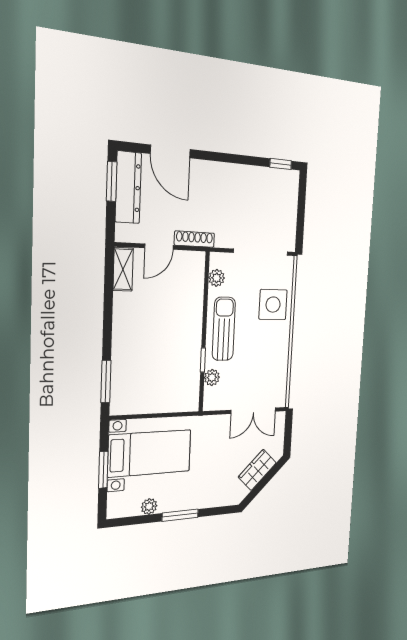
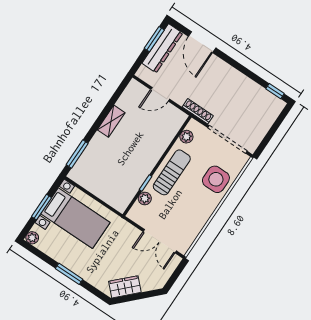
shoe rack: (194, 239) -> (198, 111), moved
shelving: (123, 269) -> (111, 121), moved
wardrobe: (257, 470) -> (125, 287), moved
plant: (149, 506) -> (32, 238), moved

